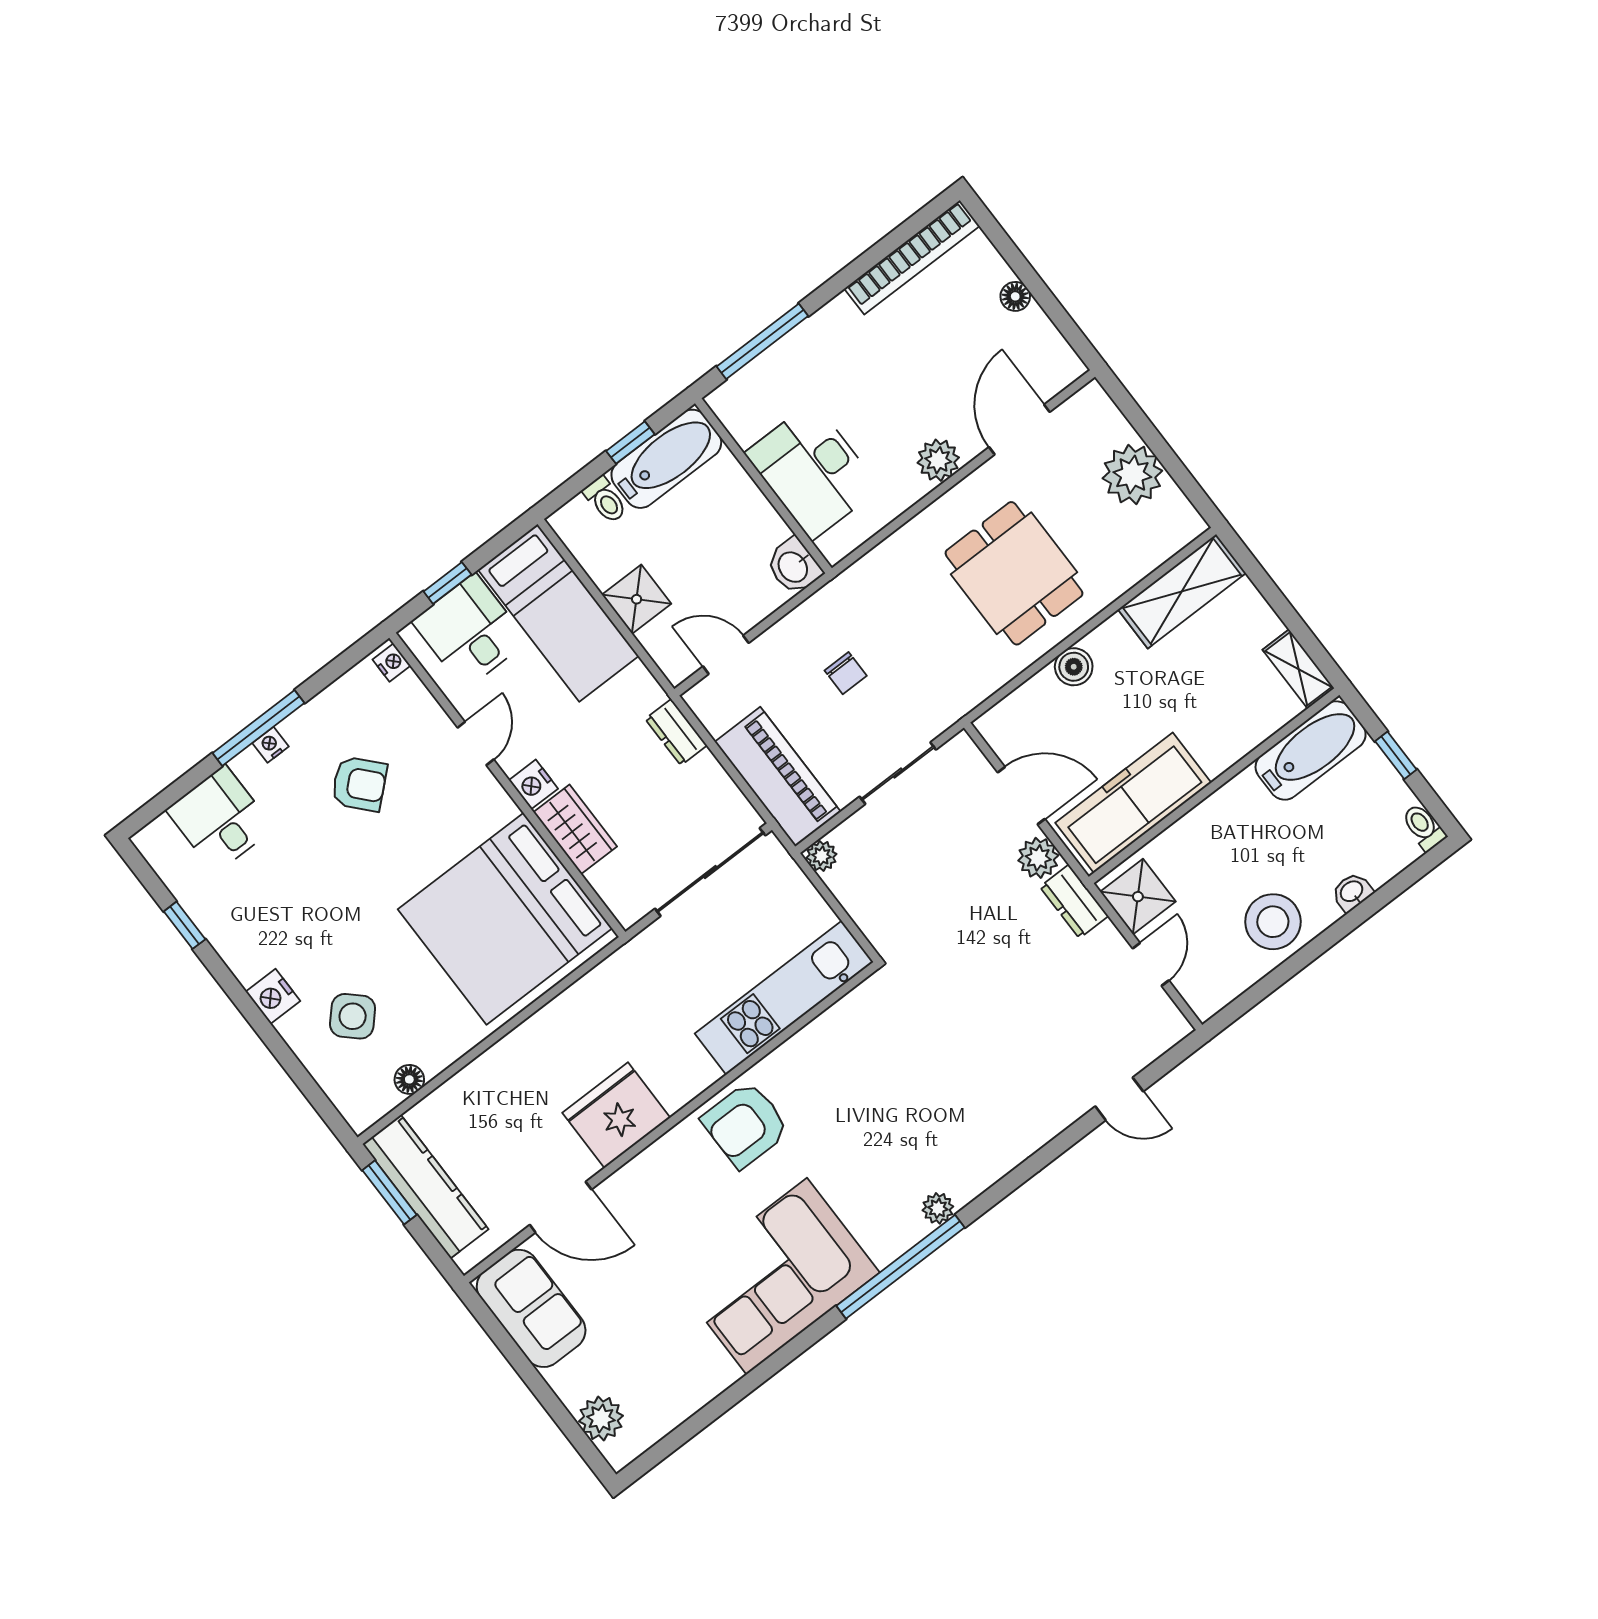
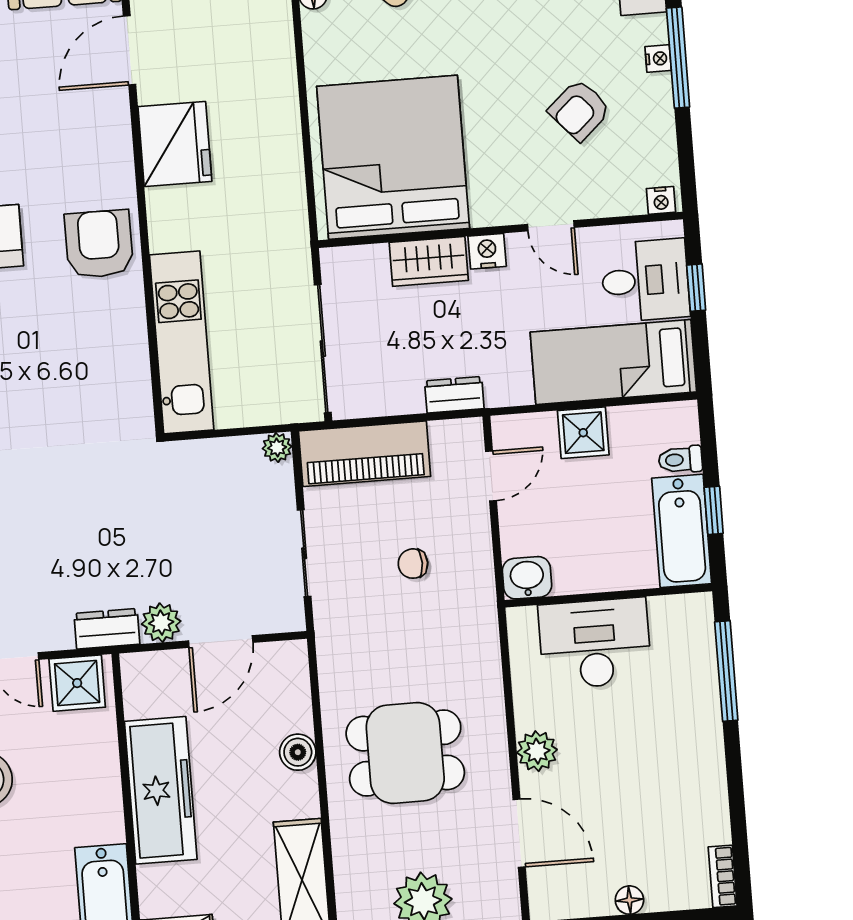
bookcase: (912, 257) -> (723, 876), width x0.43, depth x0.76
freezer: (1133, 803) -> (161, 790), moved

